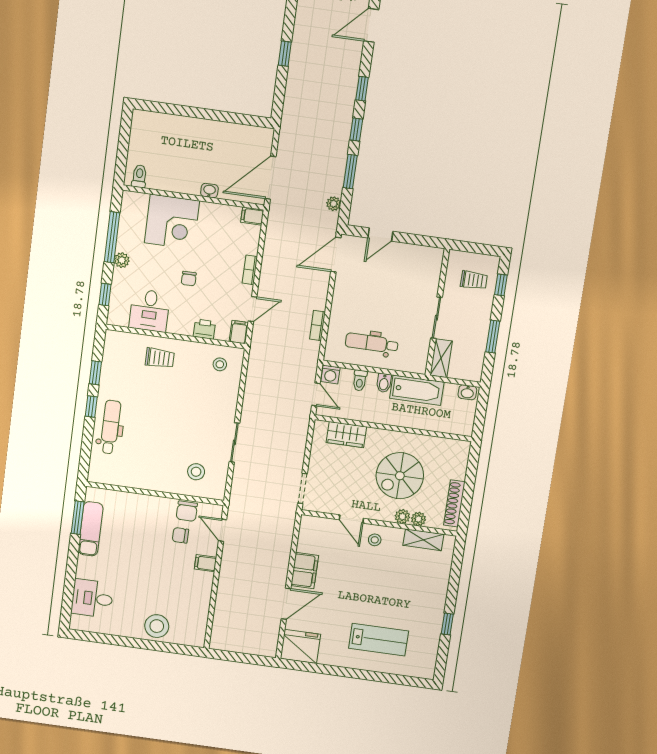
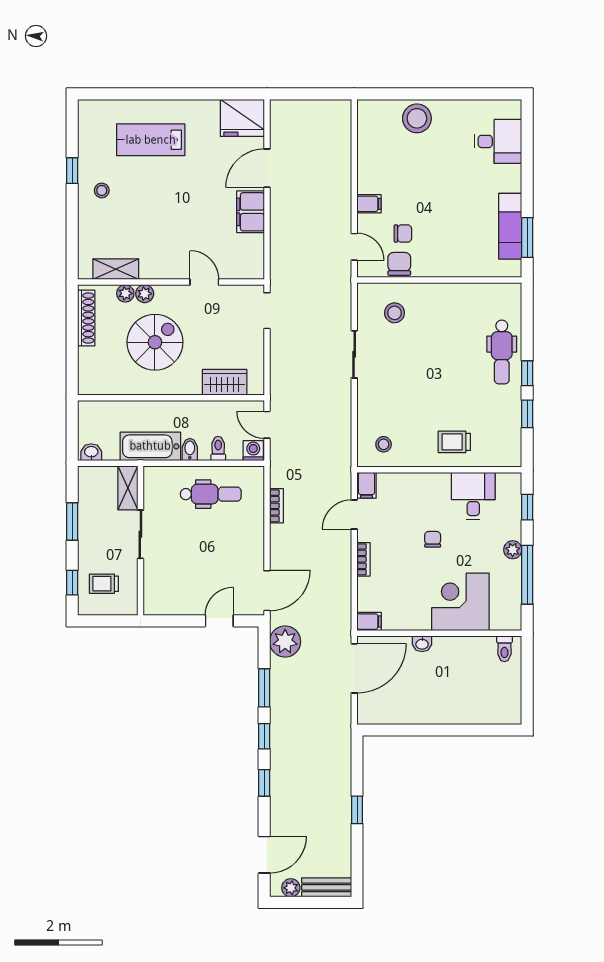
plant: (334, 204) -> (285, 641), width x1.88, depth x1.88
printer: (204, 329) -> (407, 483), removed
stool: (375, 540) -> (102, 190), moved

